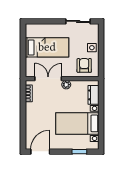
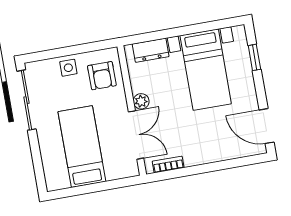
sliding door: (78, 21) -> (26, 100), width x1.37
armchair: (84, 65) -> (102, 76), turned -90
double door: (48, 79) -> (136, 135), swing flipped

